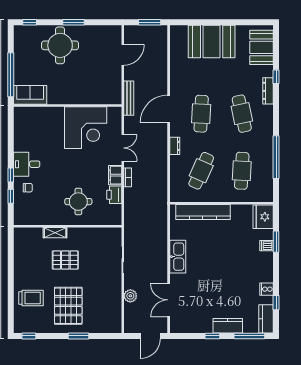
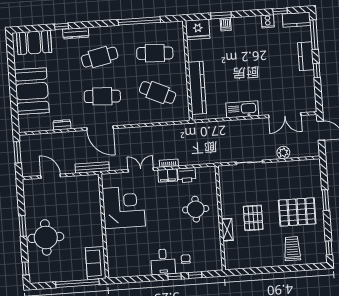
dresser: (175, 146) -> (62, 125), moved

